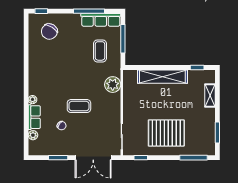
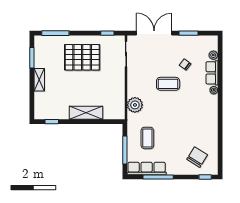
shelving: (162, 77) -> (86, 113), width x0.68
shelving: (210, 96) -> (39, 80), moved

